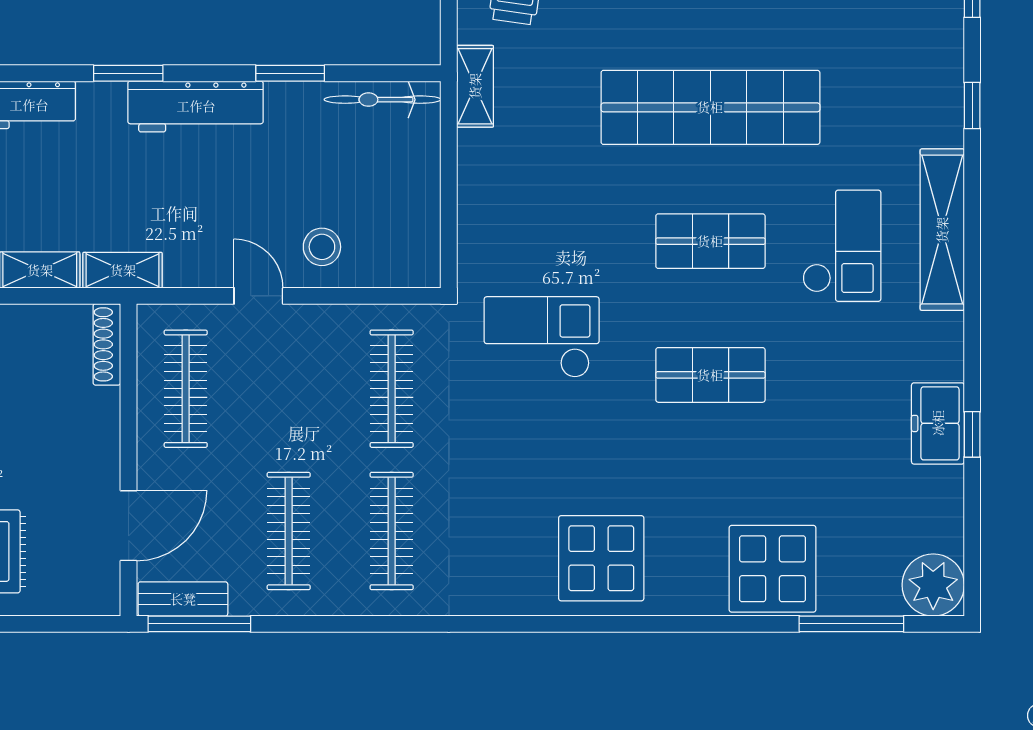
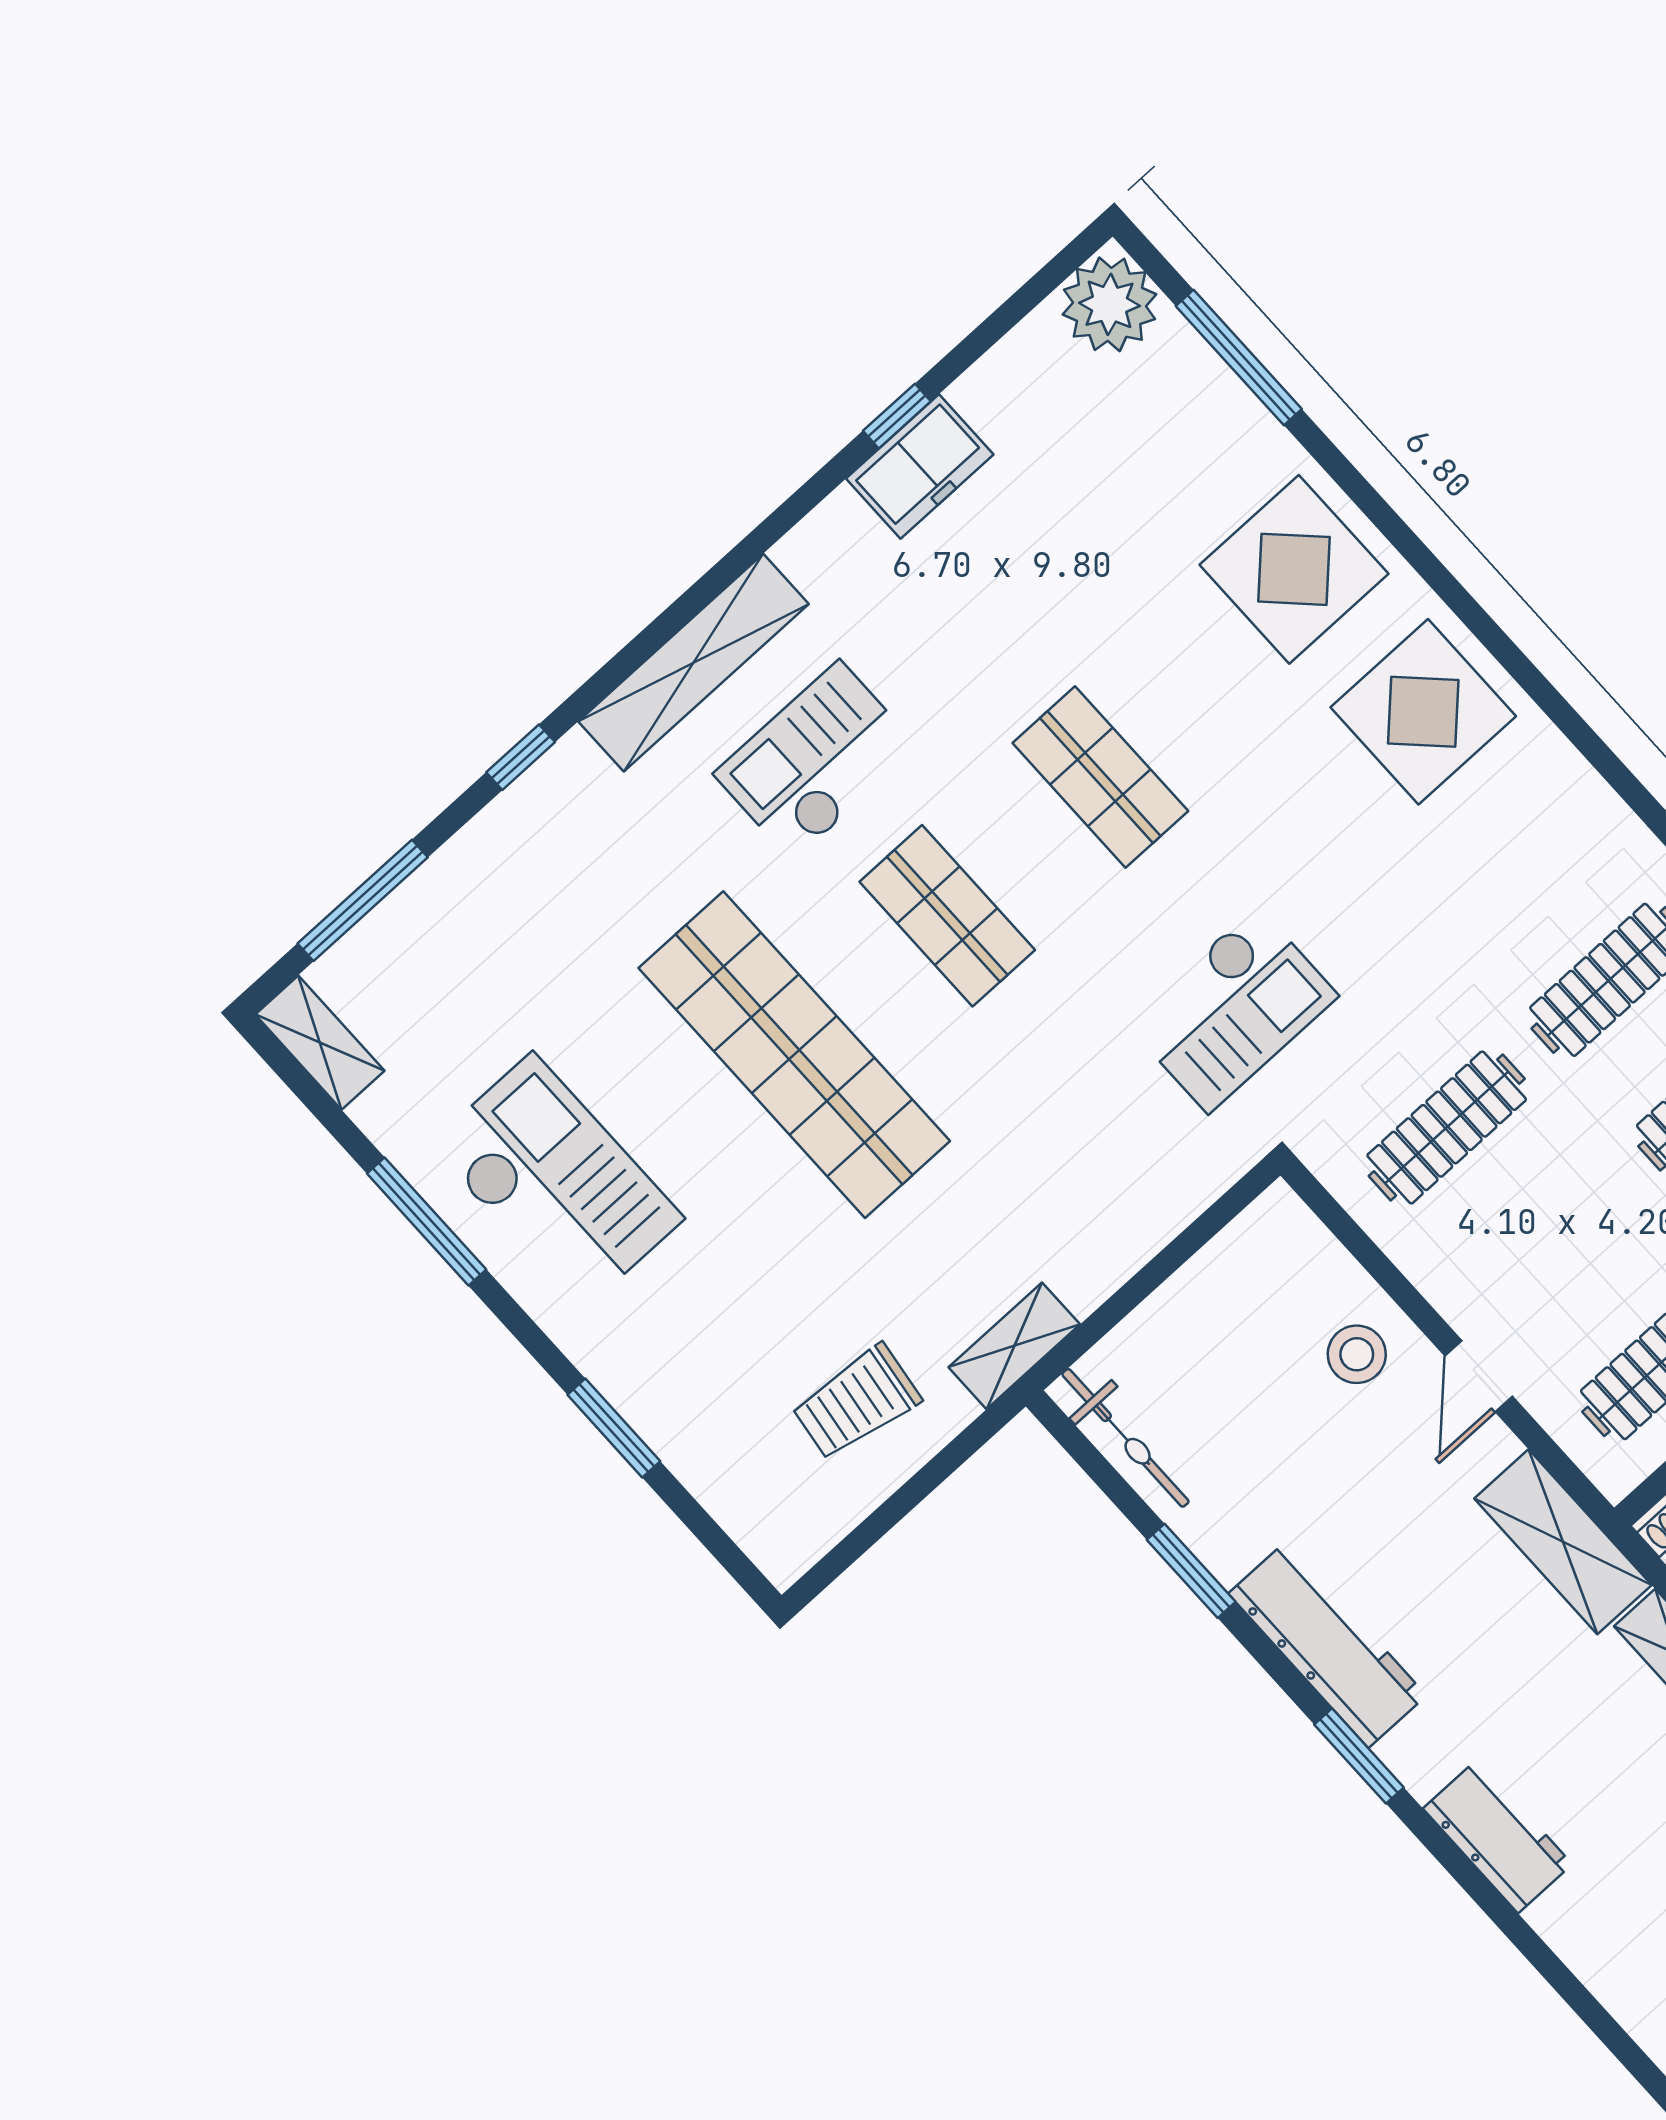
shelving: (123, 270) -> (1563, 1542), width x1.50, depth x1.33
checkout: (542, 337) -> (1232, 1009), turned -90
display table: (773, 569) -> (1294, 569), moved

